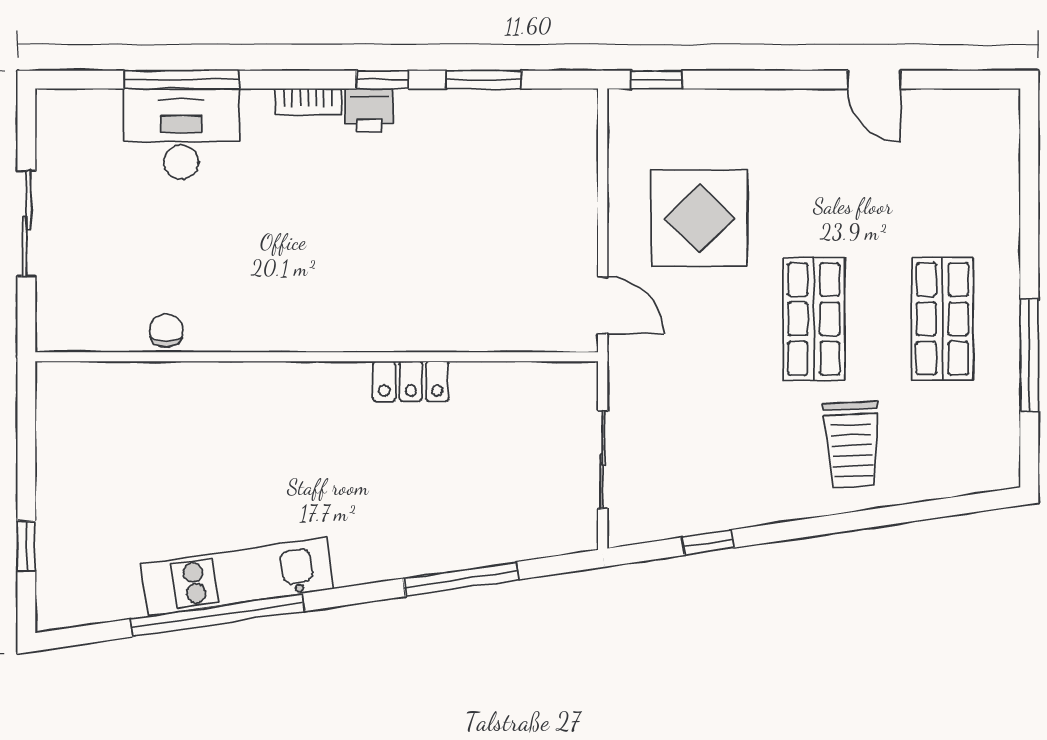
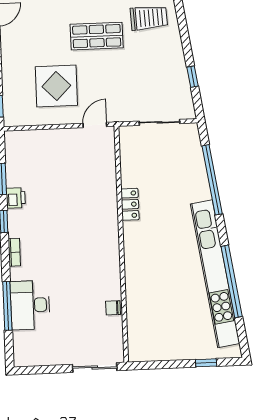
printer: (369, 110) -> (16, 198), moved
sliding door: (26, 224) -> (95, 367), moved
kitchen unit: (237, 577) -> (215, 274), width x1.86
window: (461, 579) -> (212, 180), width x1.46

